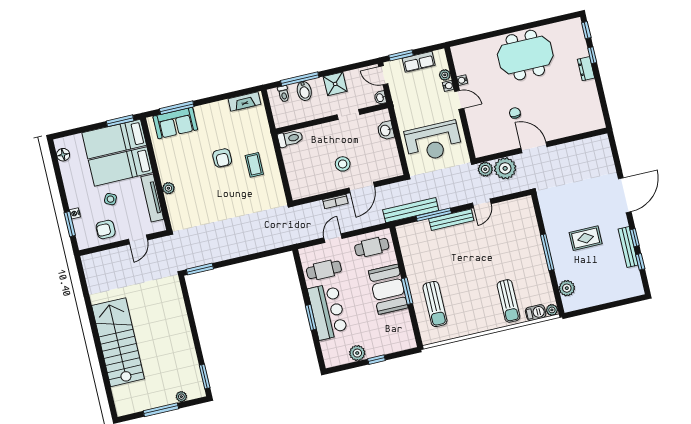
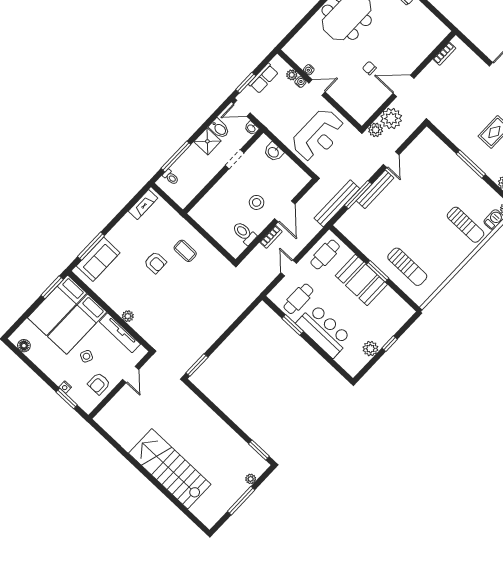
bidet: (304, 91) -> (219, 129), moved
toilet: (290, 138) -> (244, 233), moved, turned -90
bookcase: (587, 143) -> (444, 54), added
window: (311, 317) -> (293, 325), moved

